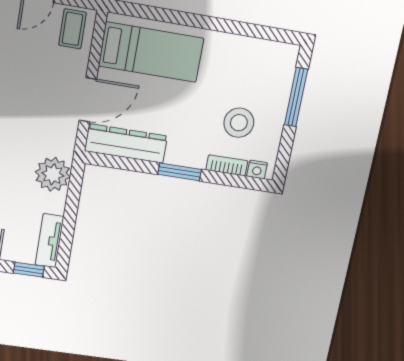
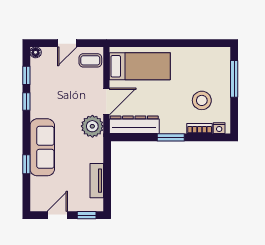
coffee table: (72, 29) -> (90, 60), turned 90
plant: (53, 174) -> (92, 126), moved
tv unit: (49, 241) -> (97, 181), moved

